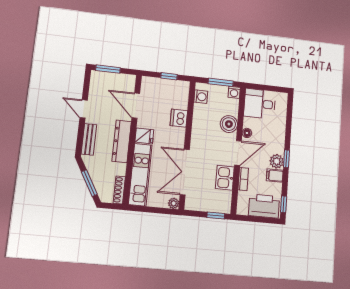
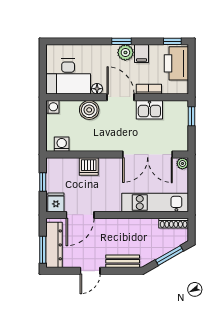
window: (221, 82) -> (43, 123), removed
desk: (260, 104) -> (68, 77), width x1.37
fridge: (144, 136) -> (56, 202), moved
dresser: (122, 141) -> (54, 245), moved, turned -90

